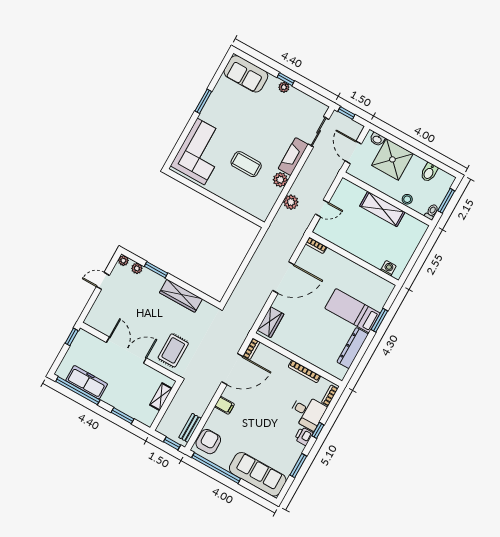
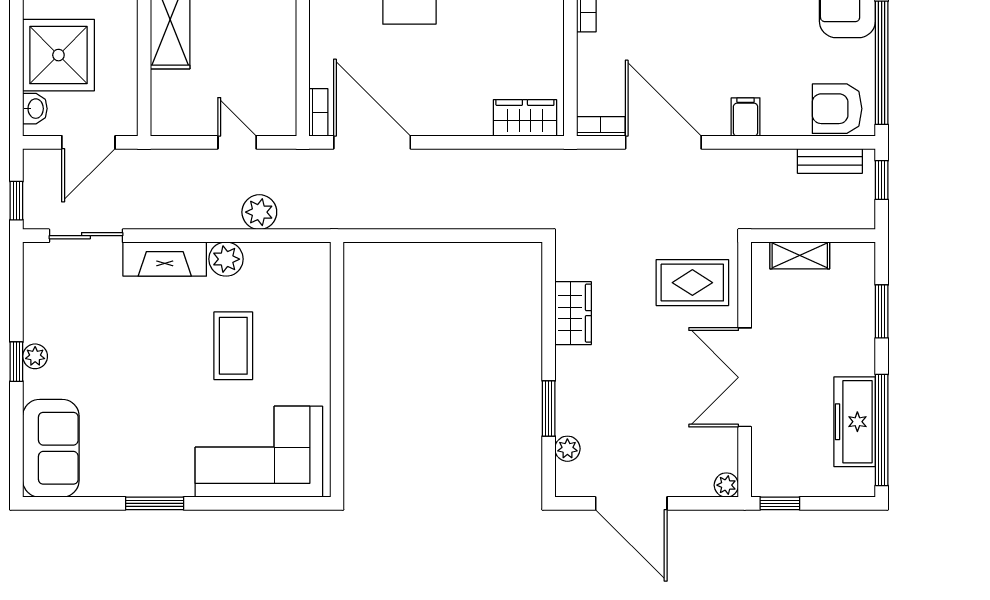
plant: (123, 261) -> (726, 485), moved
door: (283, 277) -> (372, 142), moved
door: (103, 281) -> (631, 503), width x1.88
wardrobe: (181, 296) -> (573, 313), width x0.67

